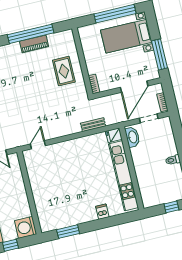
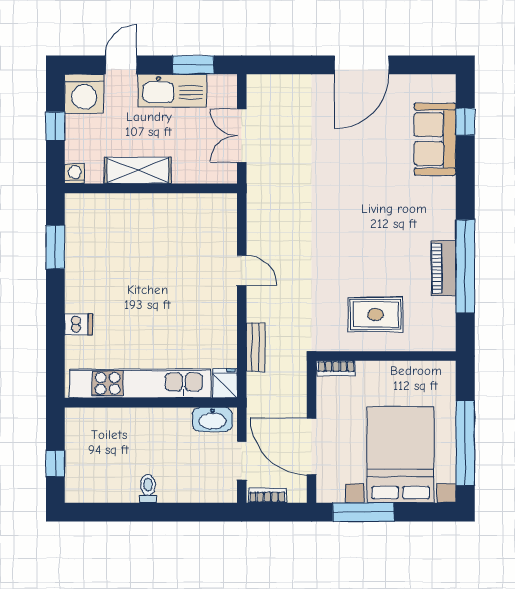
bed with nightstands: (126, 36) -> (401, 455), width x1.36
door: (38, 145) -> (242, 270), moved
shelving: (22, 201) -> (138, 170), added
washing machine: (26, 227) -> (75, 174), width x0.53, depth x0.53

